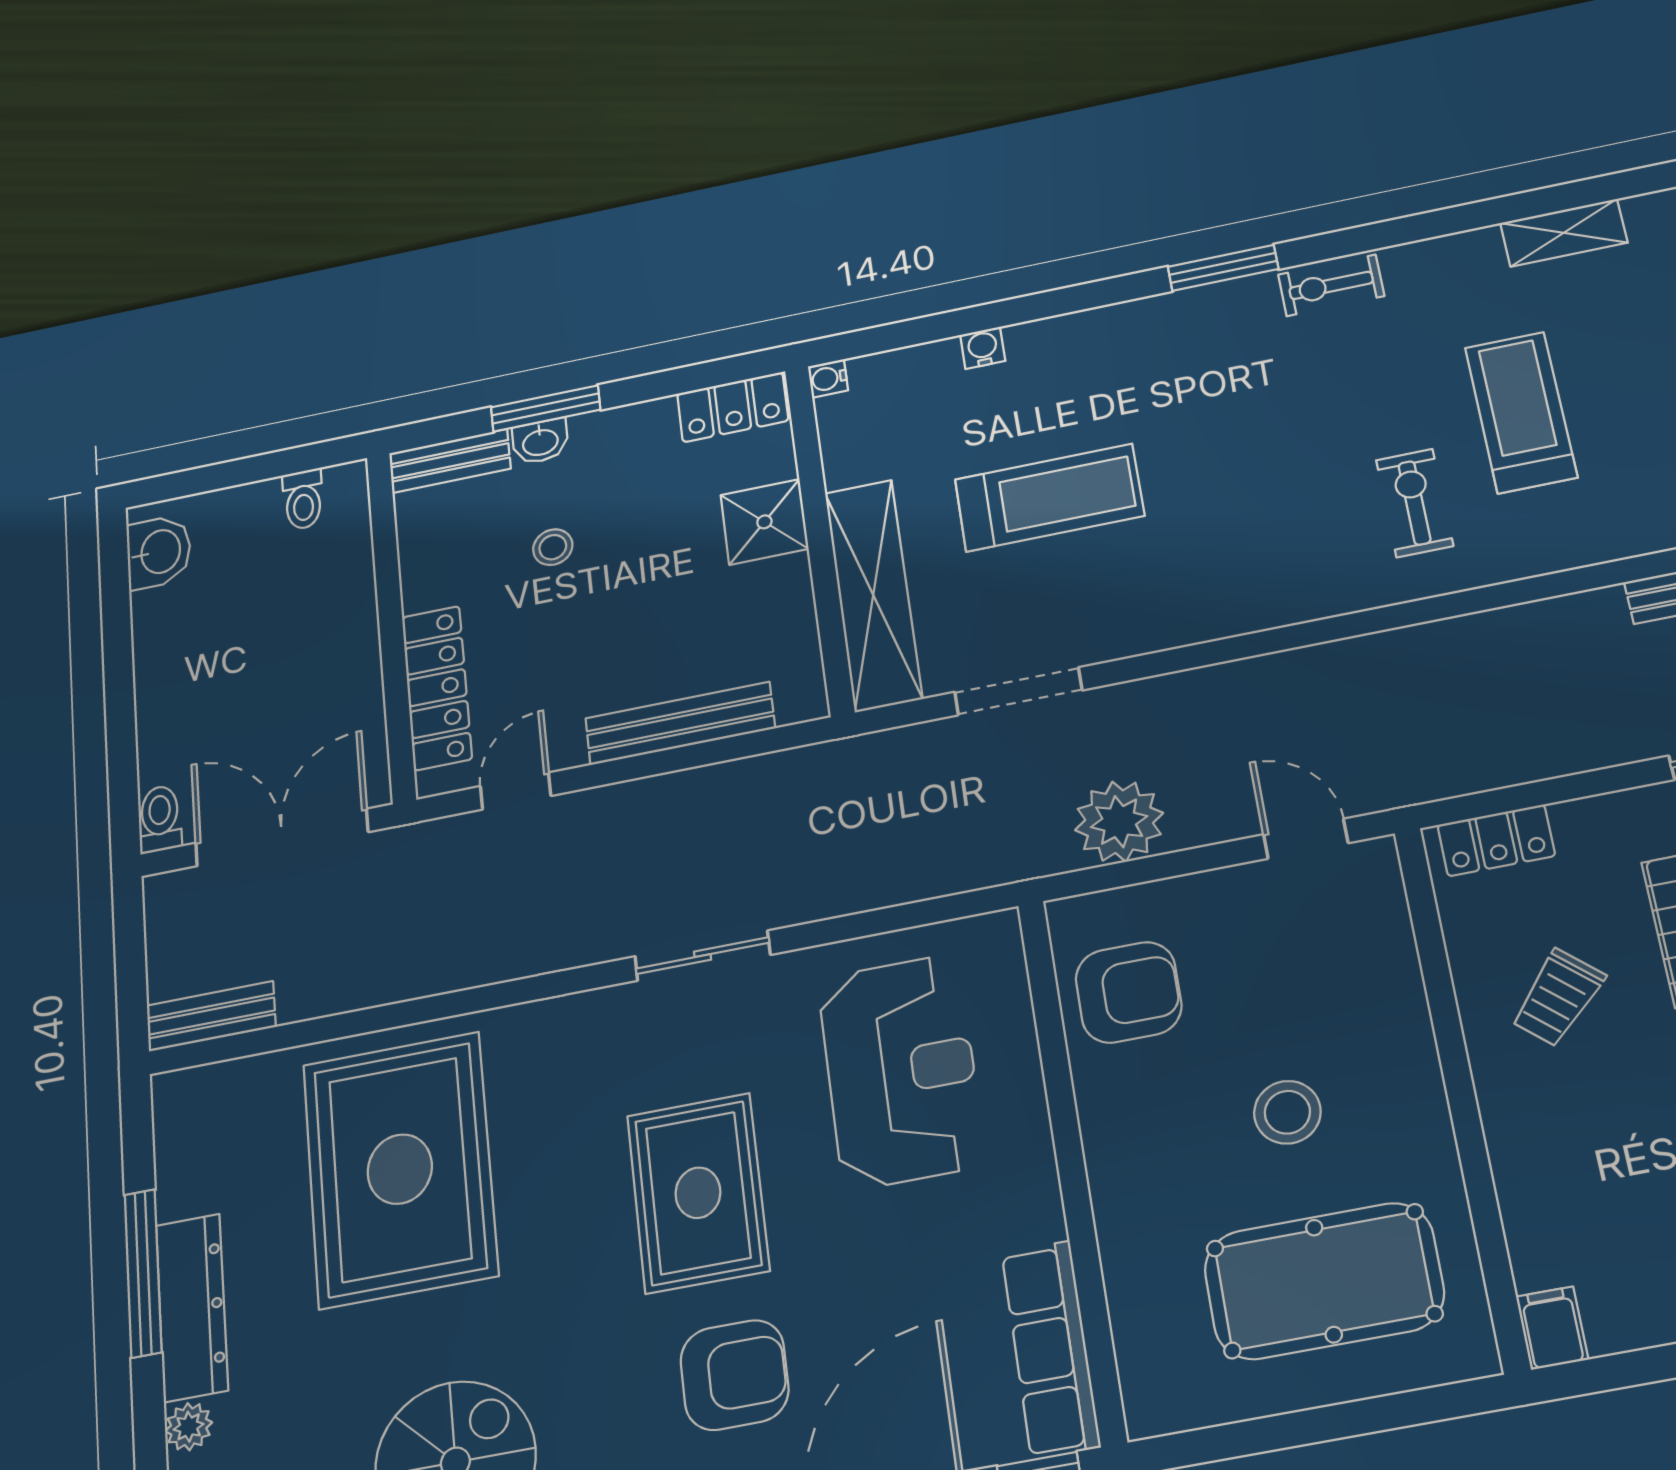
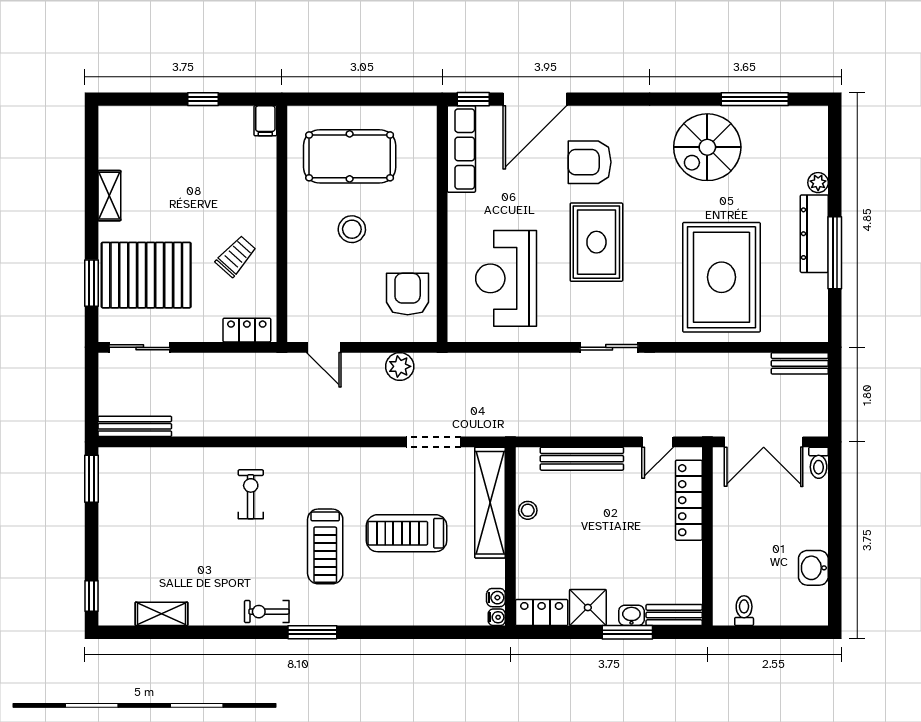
exercise bike: (1331, 285) -> (267, 612), turned 180
water cooler: (983, 348) -> (496, 598), moved, turned -90
treadmill: (1521, 412) -> (325, 546), moved
exercise bike: (1415, 503) -> (251, 494), turned 180
shower: (764, 522) -> (588, 608), moved
stool: (553, 547) -> (528, 510), moved
washbasin: (159, 552) -> (813, 568), moved
plant: (1119, 822) -> (400, 366), width x0.73, depth x0.73
sliding door: (703, 956) -> (609, 347), moved
armchair: (1129, 992) -> (408, 294), turned 90

